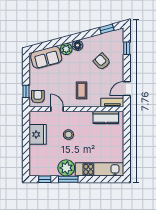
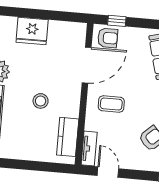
door: (57, 109) -> (87, 65), width x1.87
fridge: (38, 134) -> (32, 31), moved
stool: (68, 135) -> (41, 101), moved

